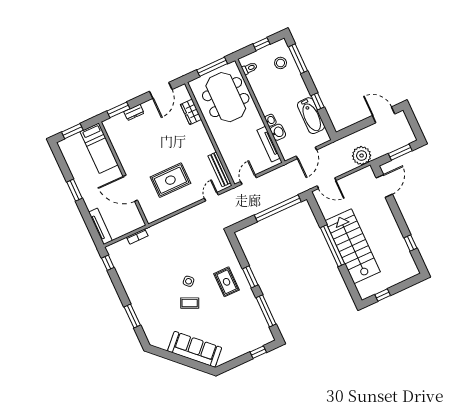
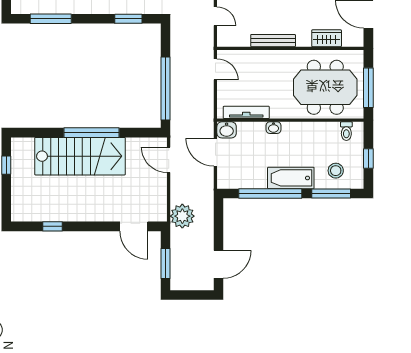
window: (318, 101) -> (270, 194), width x3.17
bathtub: (311, 116) -> (291, 178), moved
washbasin: (278, 132) -> (227, 130), moved
bench: (219, 169) -> (273, 41), moved
door: (327, 183) -> (169, 160), hinge flipped
window: (250, 277) -> (128, 19), moved

